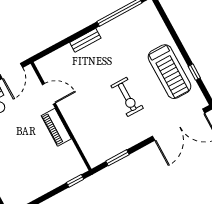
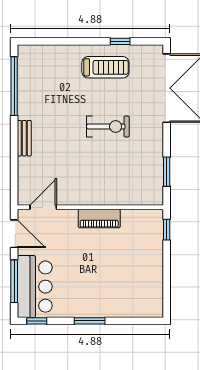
treadmill: (170, 72) -> (105, 67), width x0.73, depth x0.73
door: (49, 94) -> (43, 207), moved

